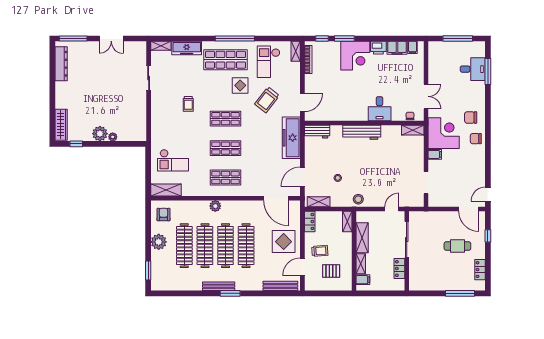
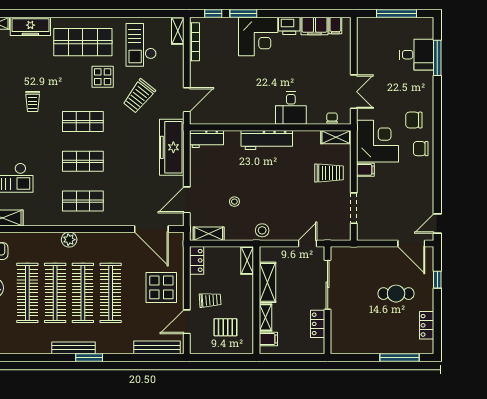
window: (235, 39) -> (96, 13), removed
trolley: (408, 157) -> (329, 173), added

